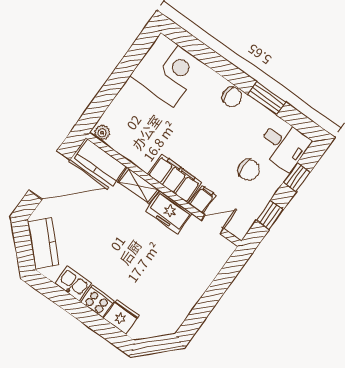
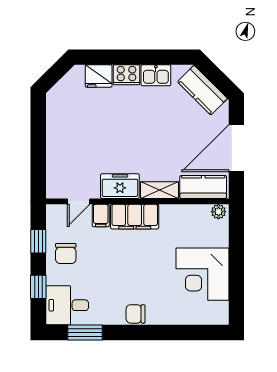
corner desk: (167, 70) -> (202, 274), moved
window: (267, 98) -> (85, 332), moved
chair: (249, 170) -> (66, 254), moved, turned -90

